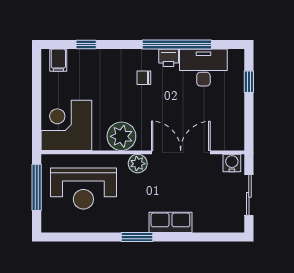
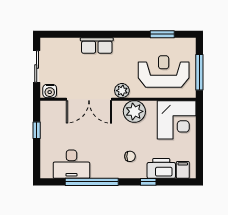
window: (86, 44) -> (148, 182), moved
printer: (169, 58) -> (161, 168), moved, width x1.87, depth x1.48
chair: (144, 78) -> (130, 156), moved
window: (249, 82) -> (37, 130), moved
window: (137, 237) -> (162, 34), moved

